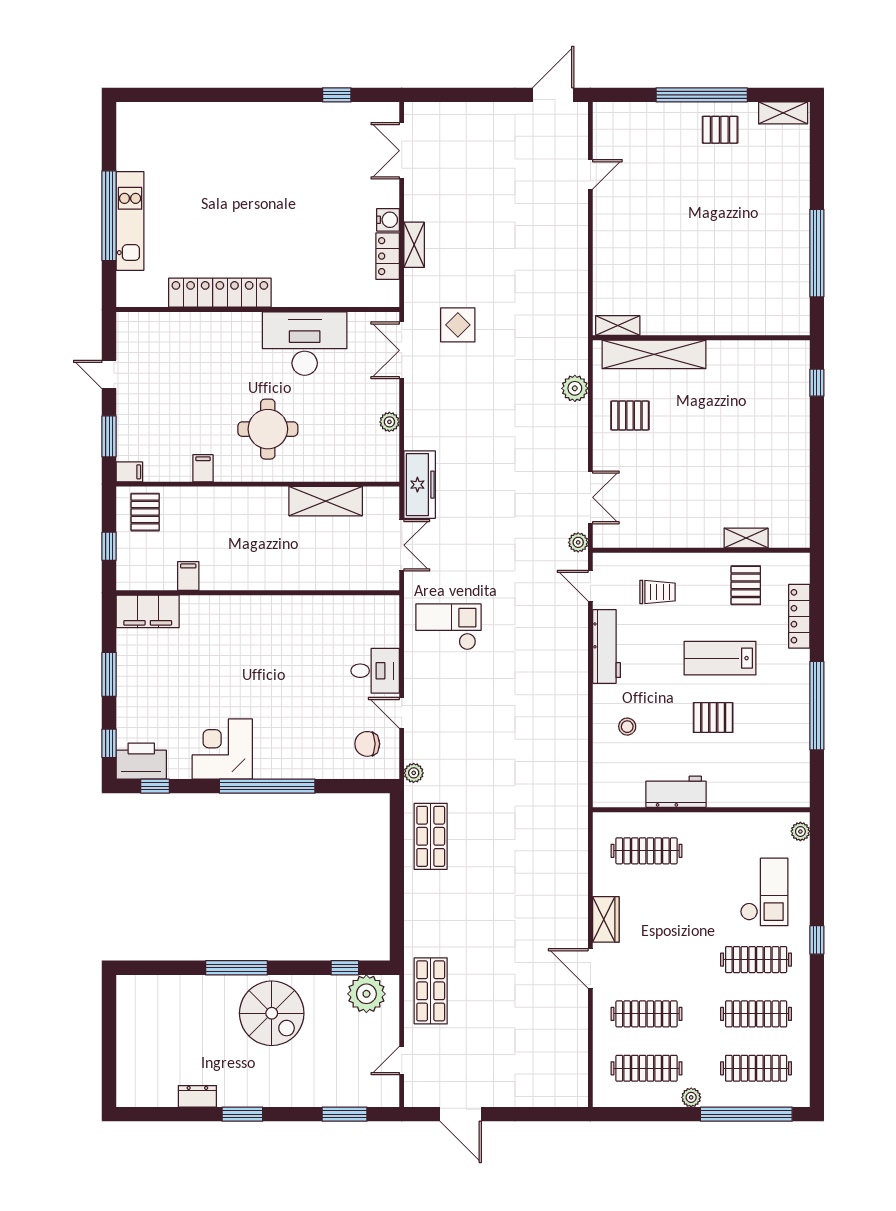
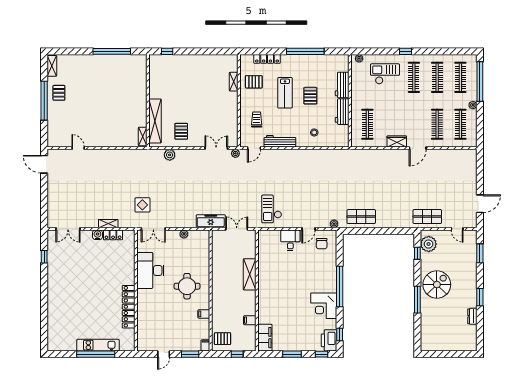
shelving: (326, 501) -> (250, 274), moved
workbench: (738, 792) -> (342, 85), added

